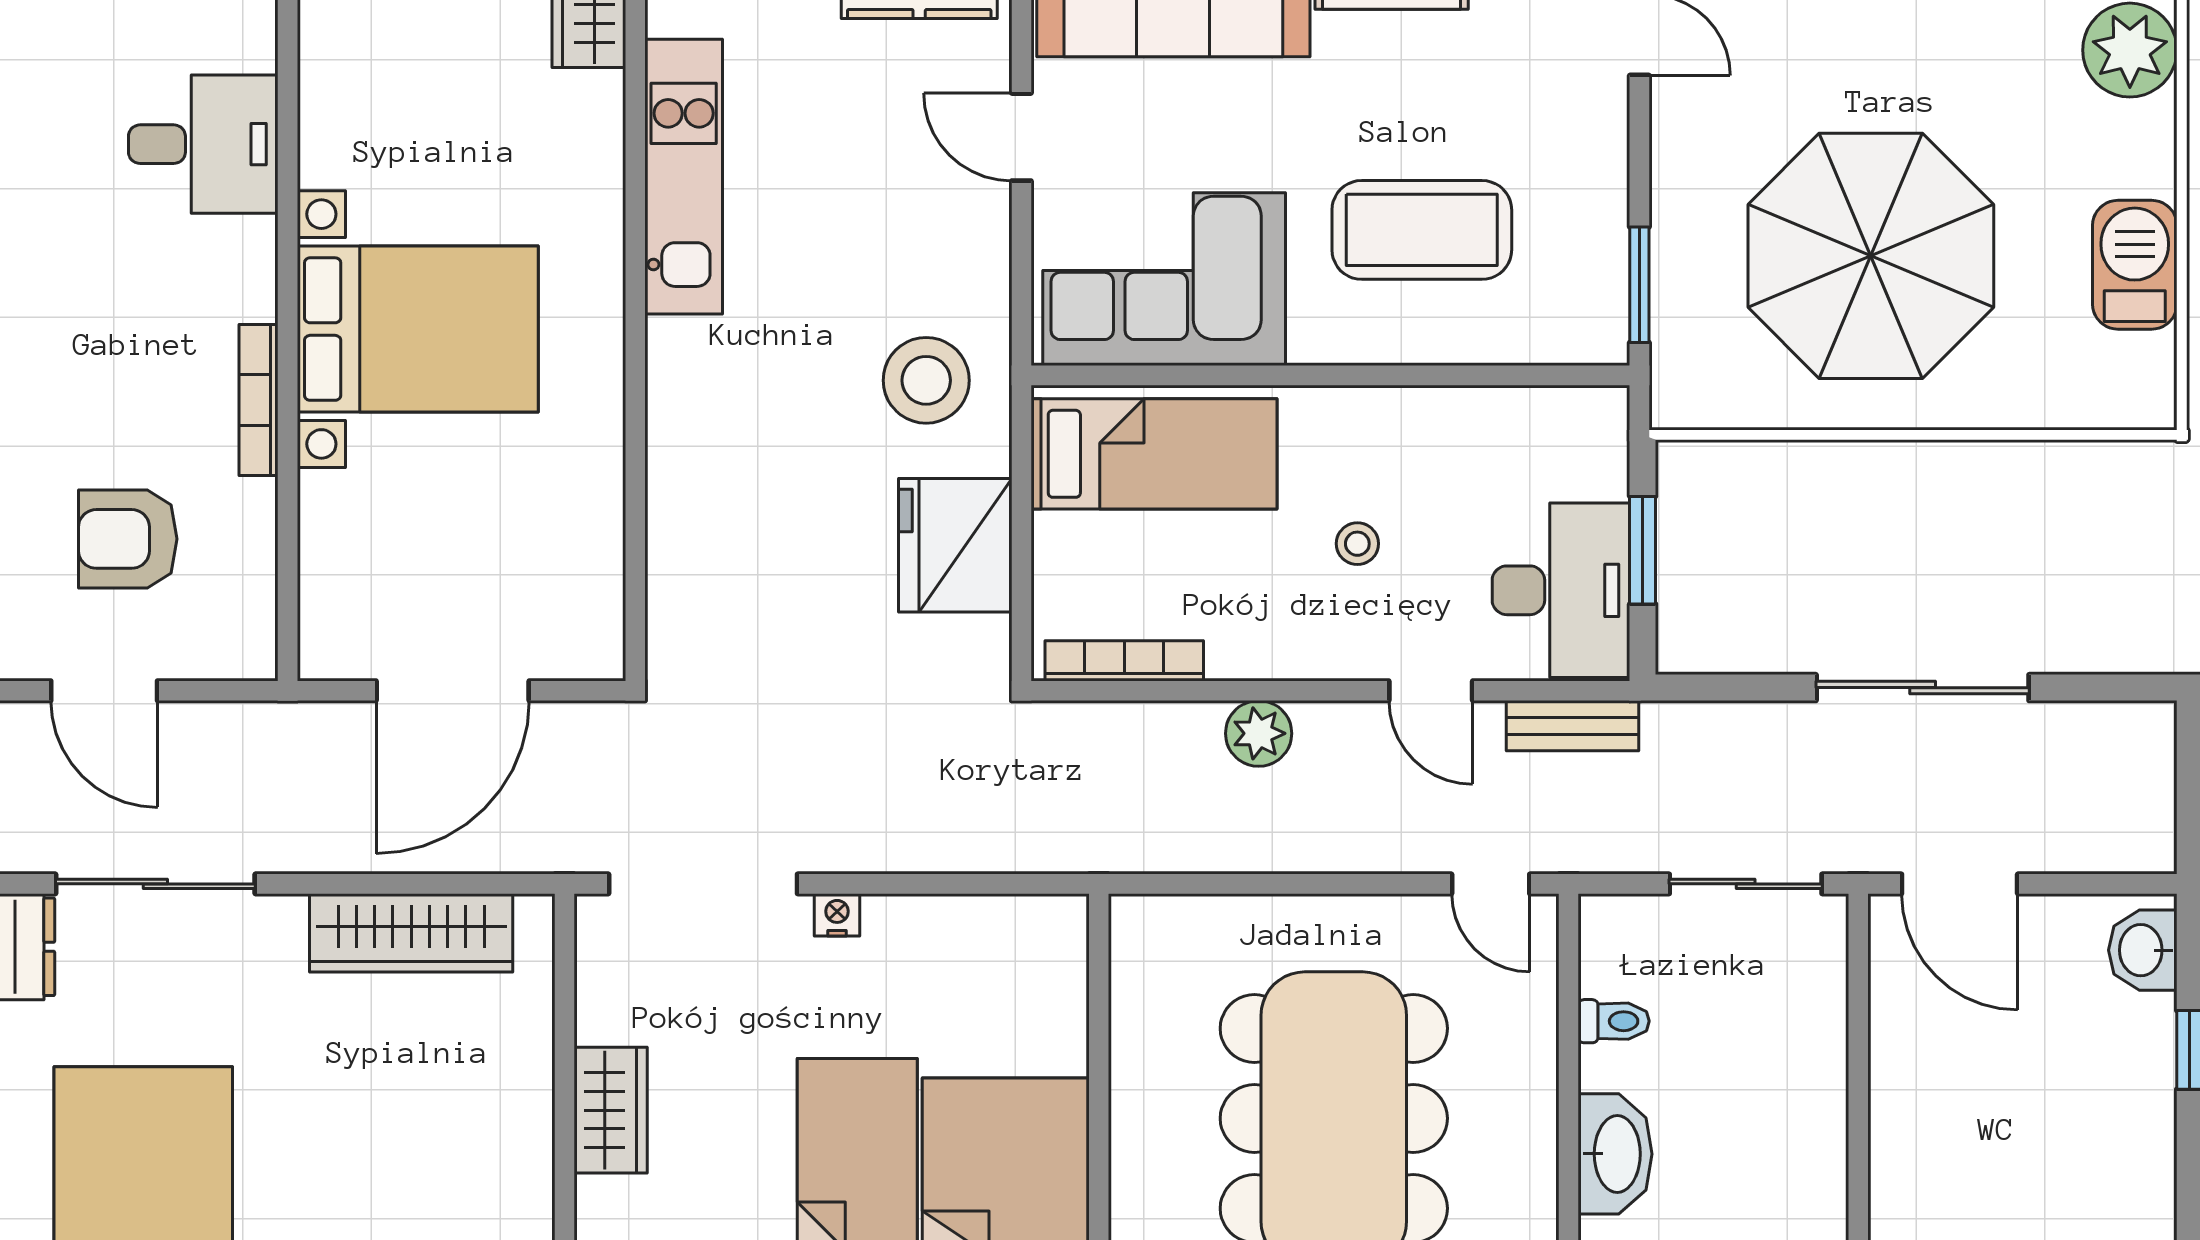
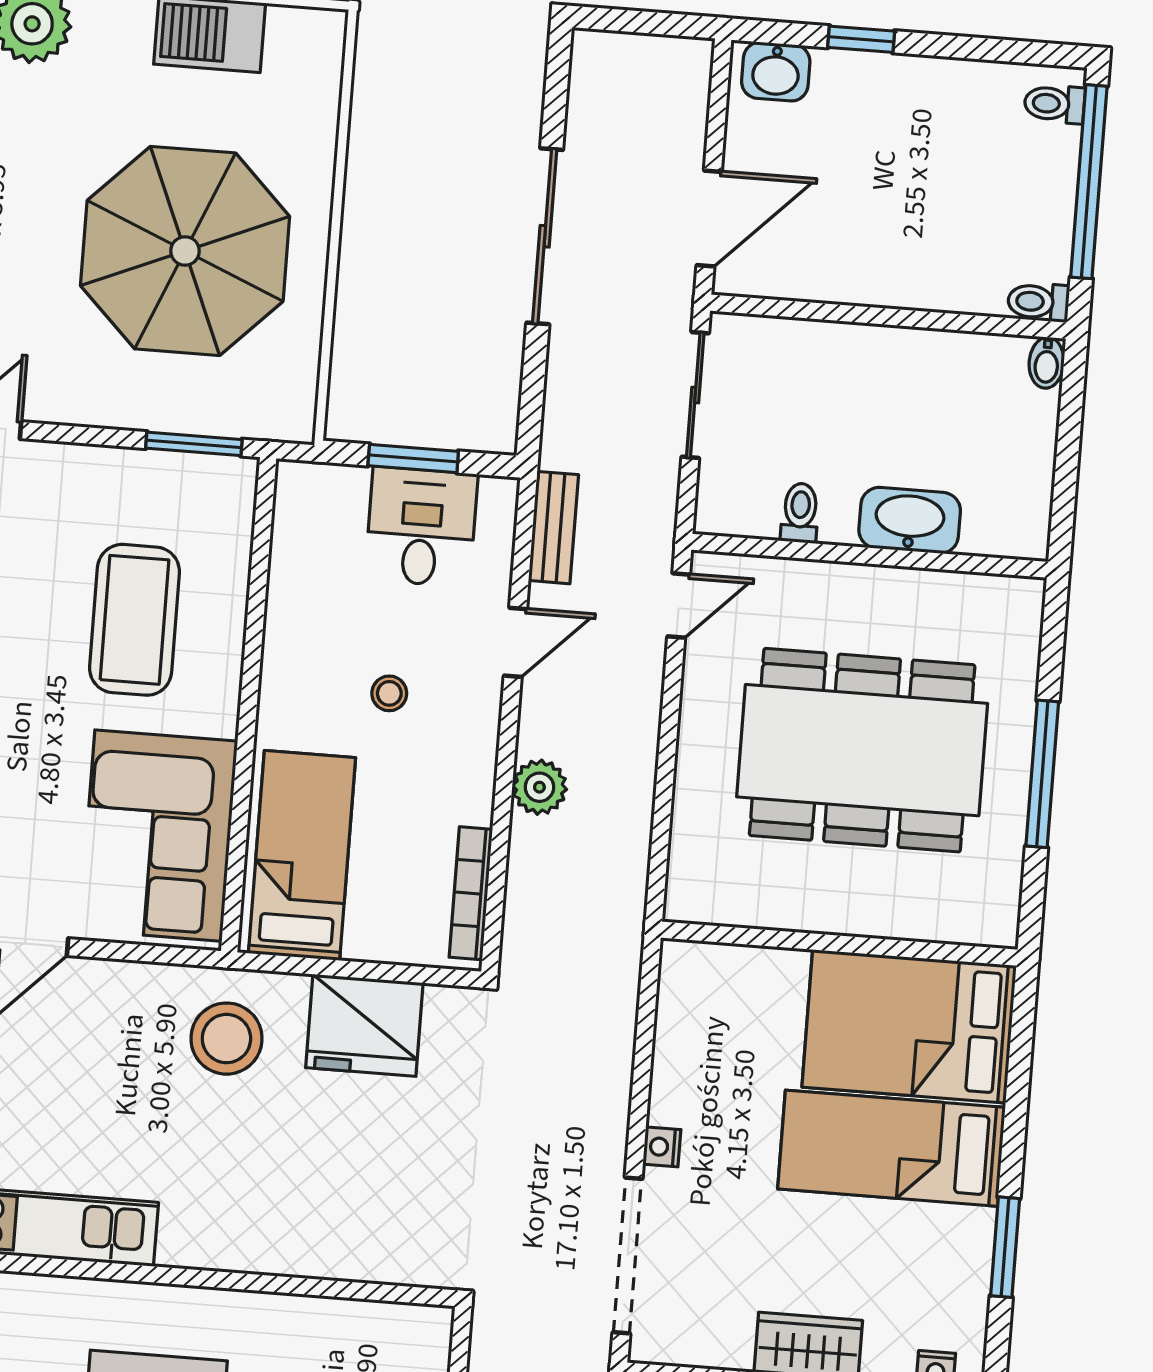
desk: (1561, 590) -> (421, 527), width x0.73

